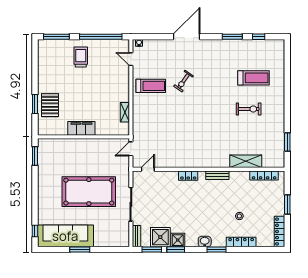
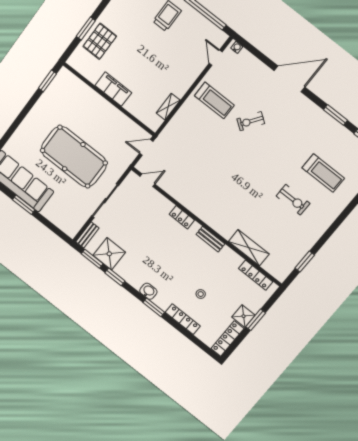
shower: (178, 240) -> (244, 316), moved

